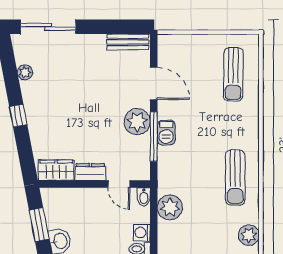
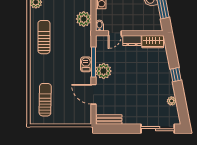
door: (119, 184) -> (115, 33), swing flipped

